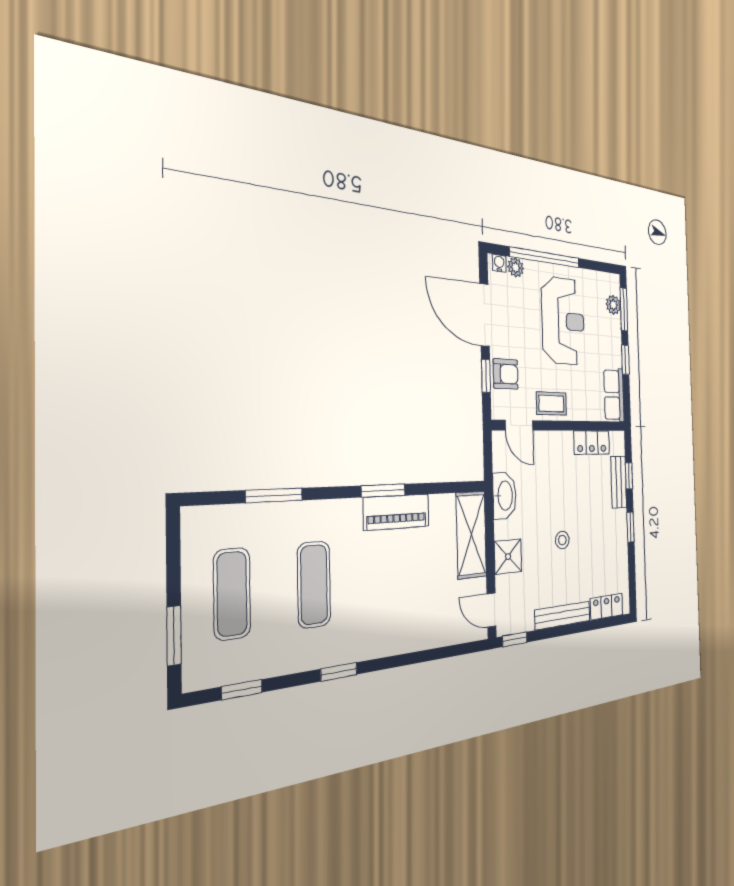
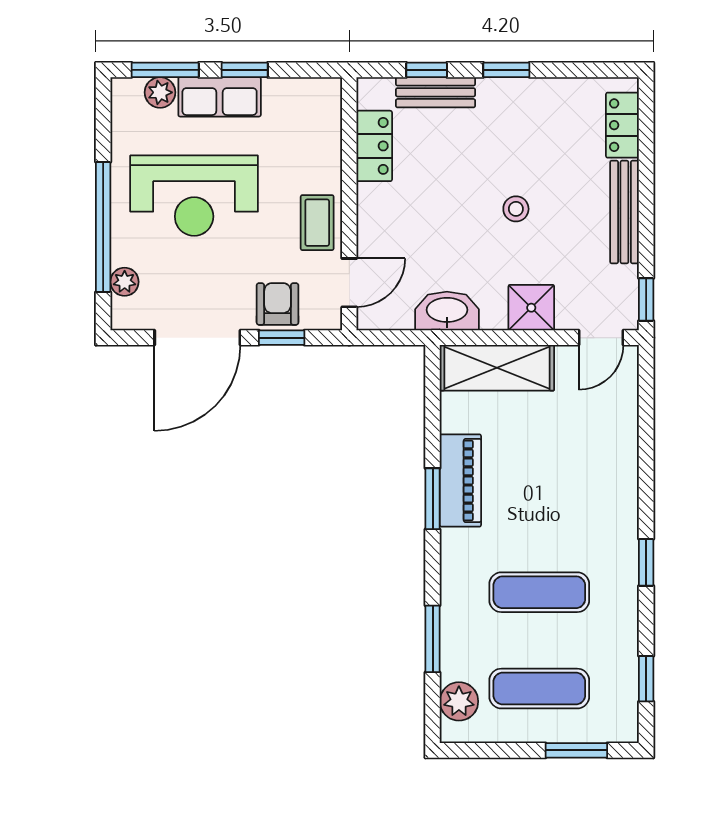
water cooler: (499, 263) -> (122, 310), removed
reception desk: (563, 321) -> (194, 196), turned 180
row of seats: (614, 395) -> (220, 97), moved
plant: (219, 522) -> (459, 701), added

